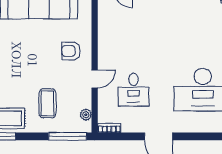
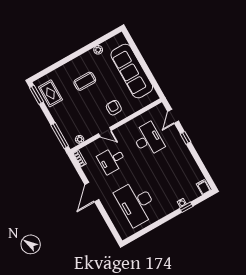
desk: (133, 31) -> (148, 139), added
coffee table: (47, 103) -> (85, 81), moved

